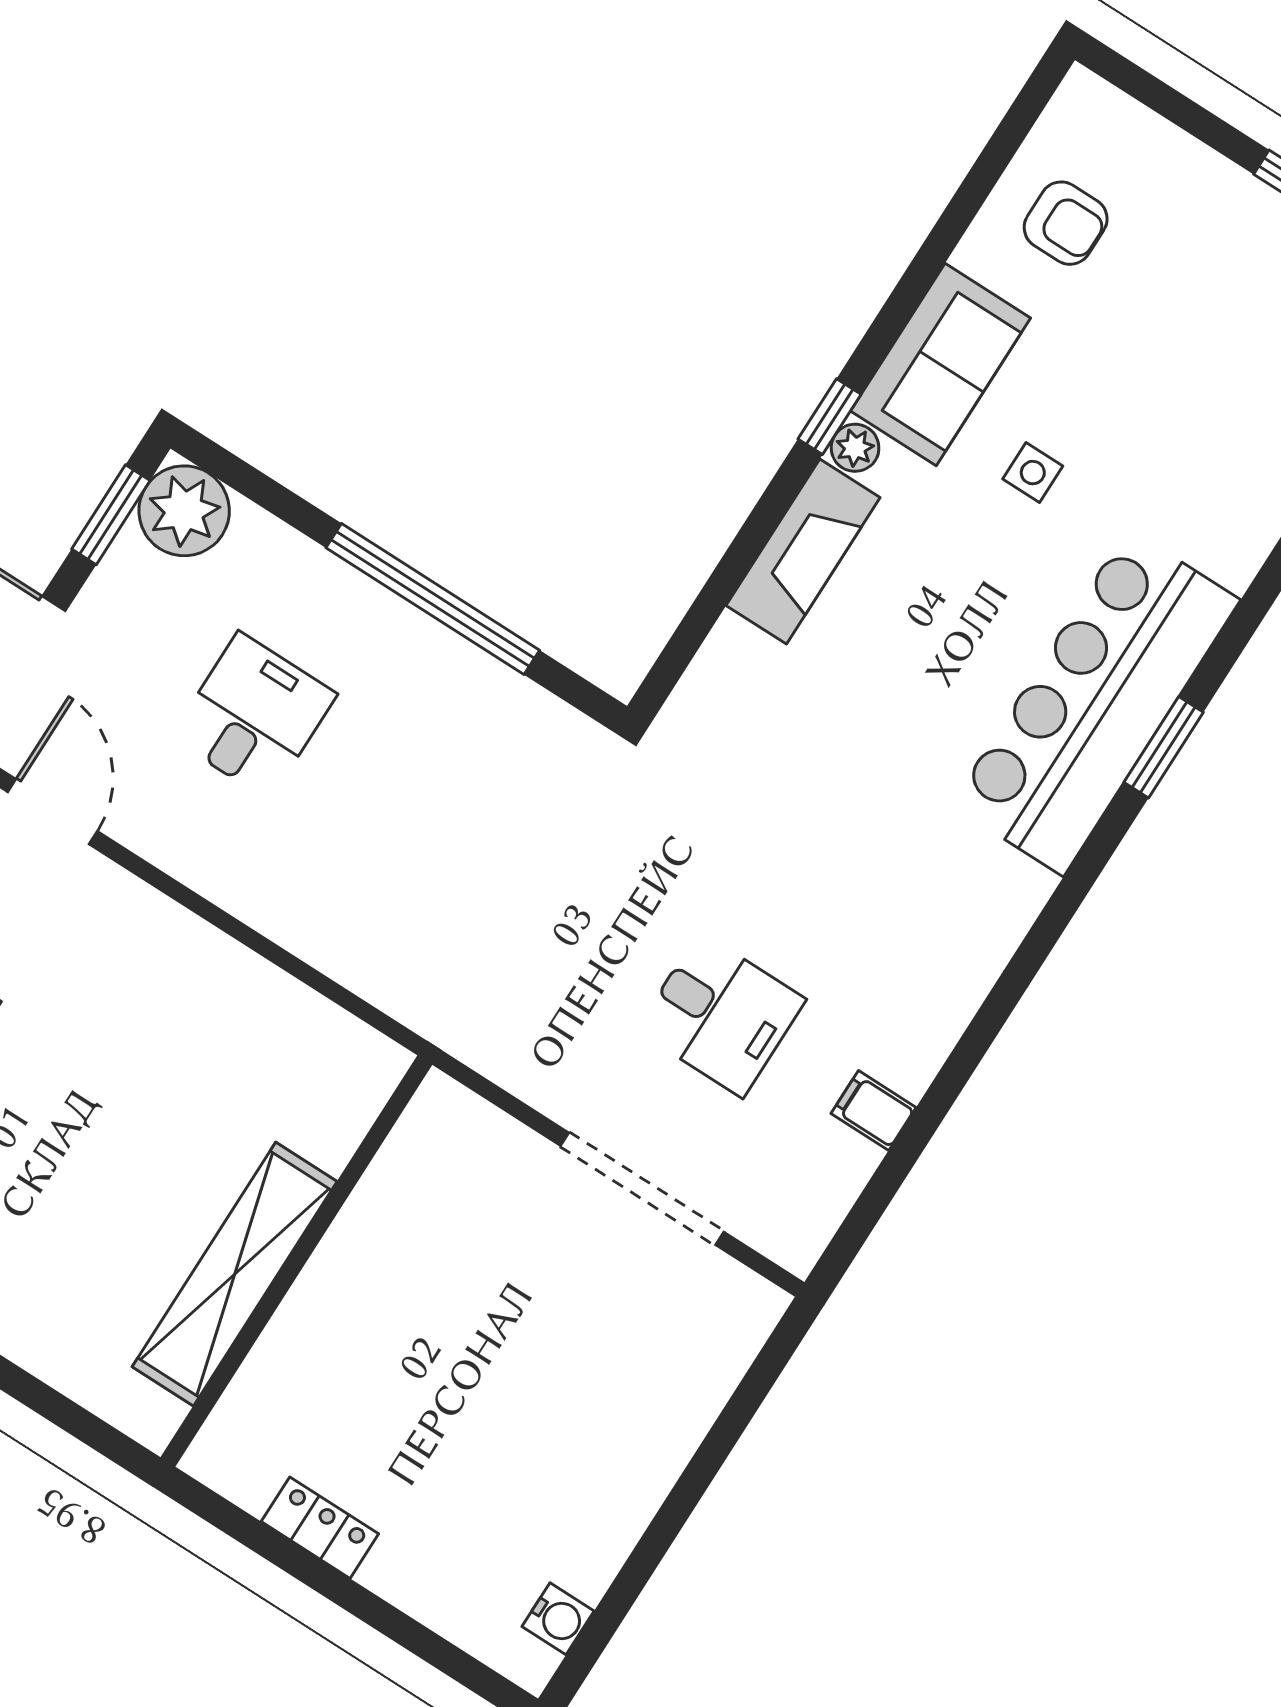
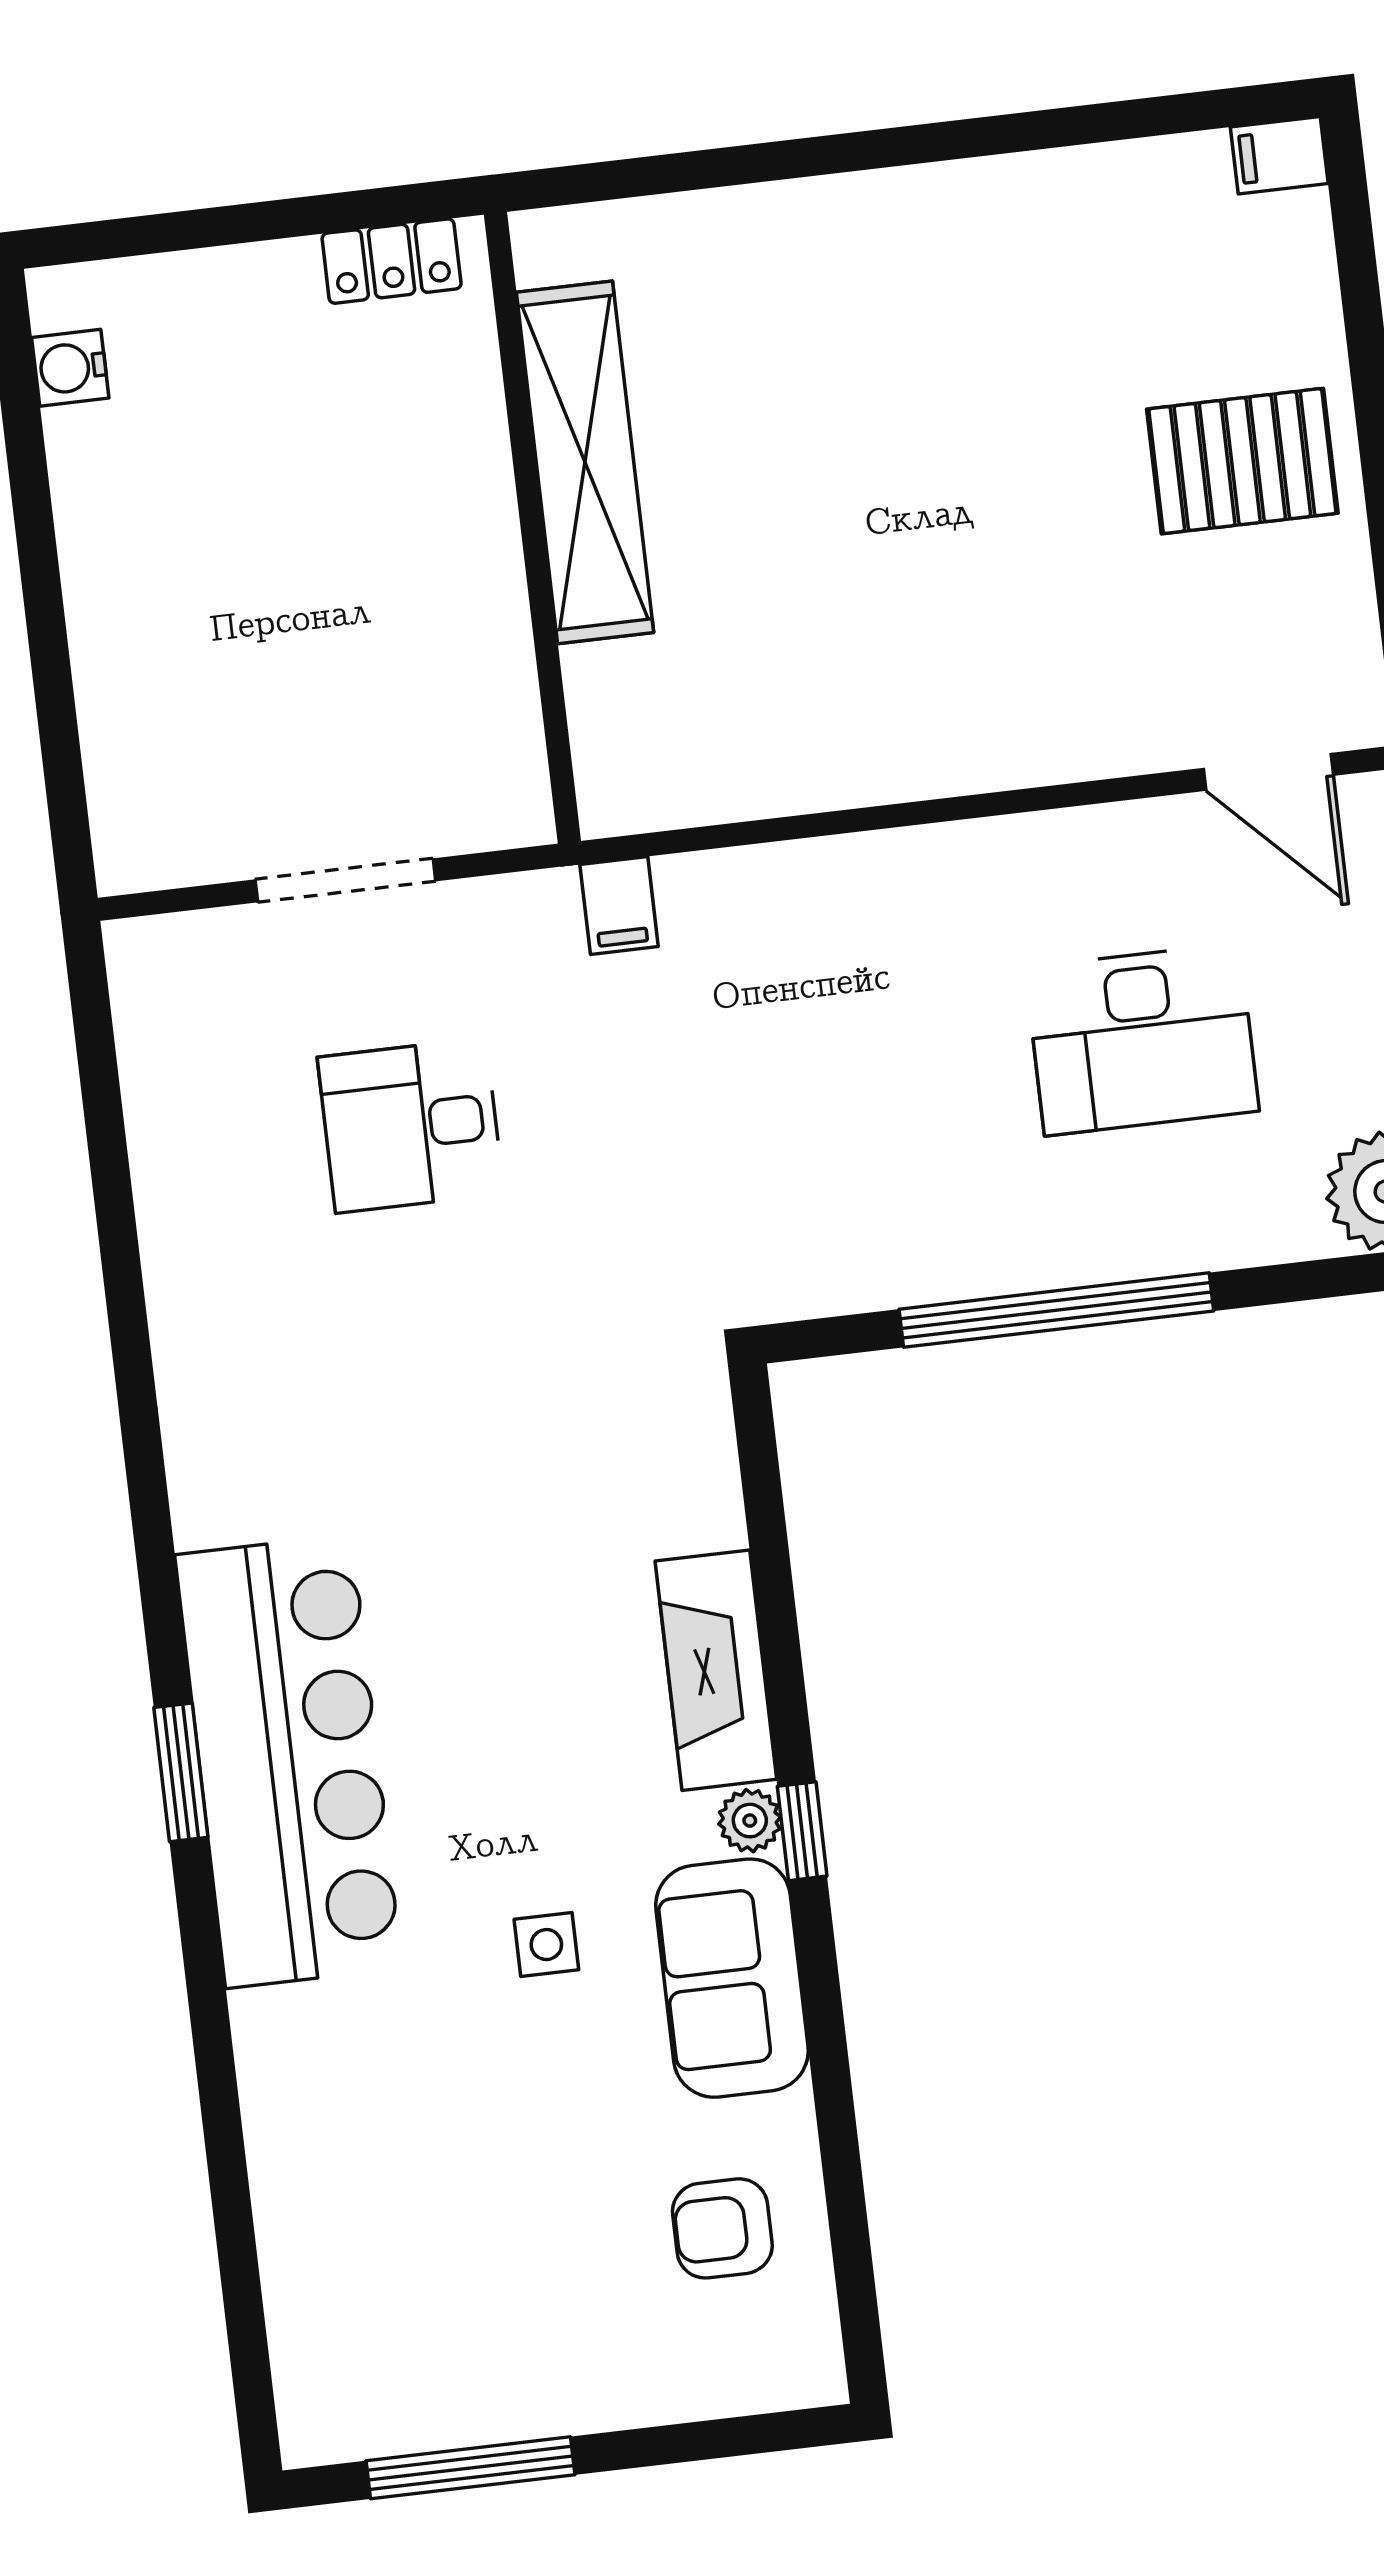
desk: (254, 716) -> (1142, 1039), width x1.37
filing cabinet: (874, 1110) -> (619, 906), moved, turned 90
doorway: (642, 1189) -> (345, 880), width x0.73
wall: (296, 1261) -> (532, 528), moved
shelving: (235, 1274) -> (585, 462), moved

